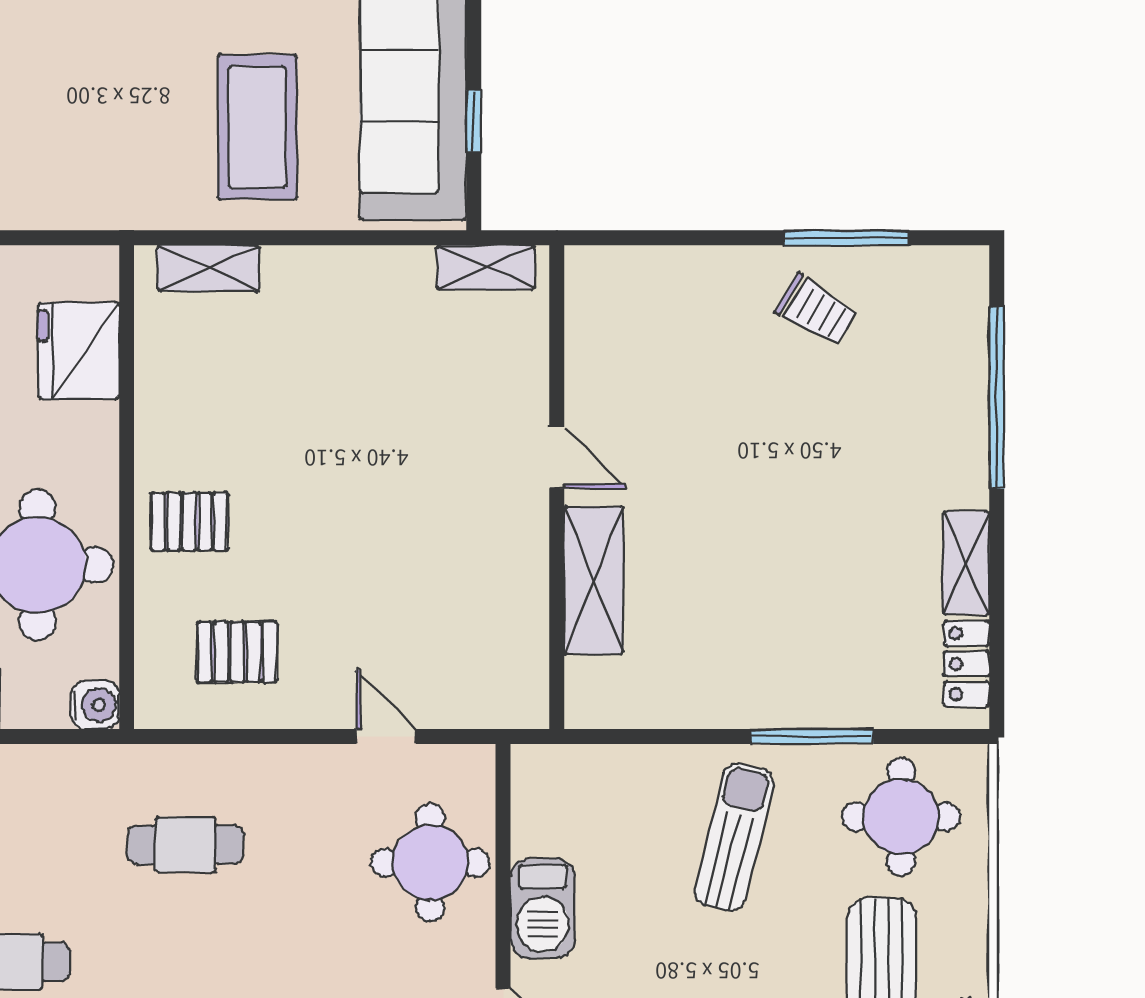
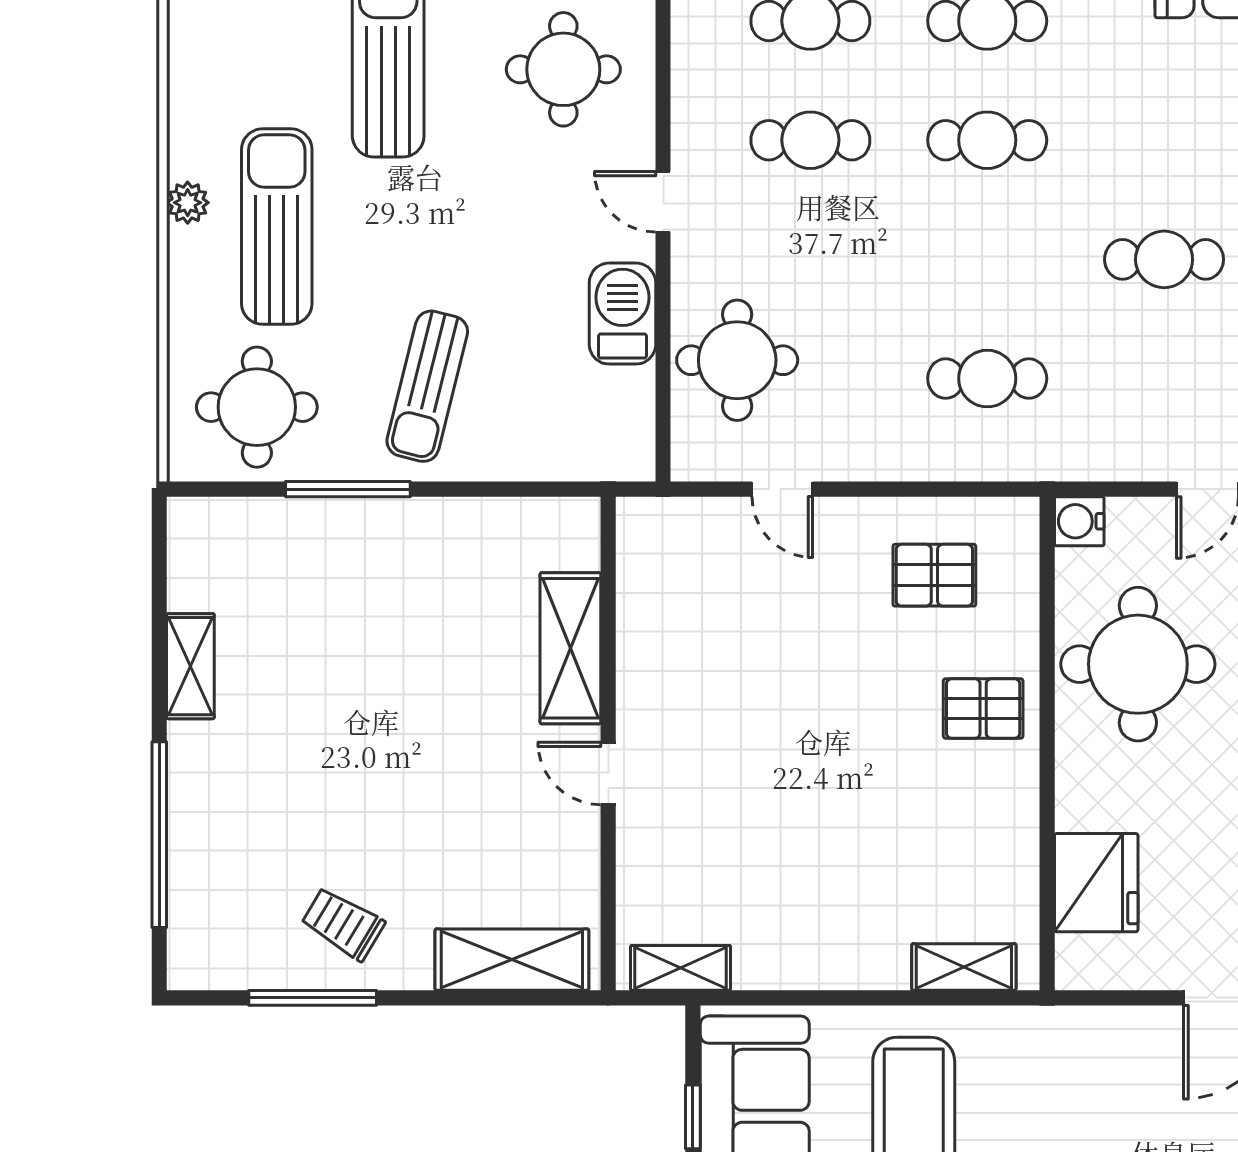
shelving: (651, 275) -> (512, 960), added
locker: (966, 664) -> (190, 563), removed

